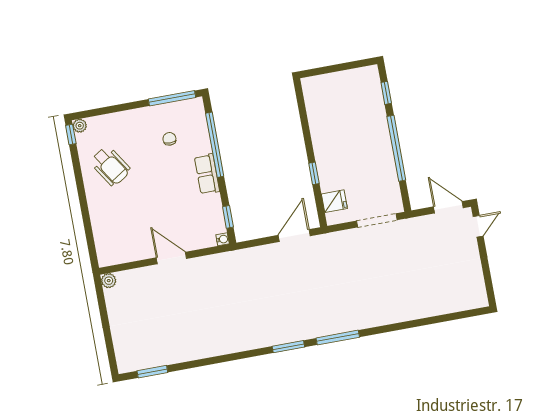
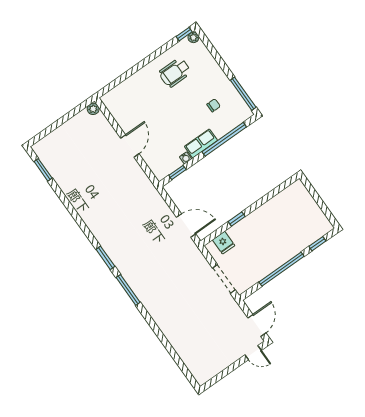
wheelchair: (110, 166) -> (175, 72), turned 33
water cooler: (223, 239) -> (186, 158), moved

